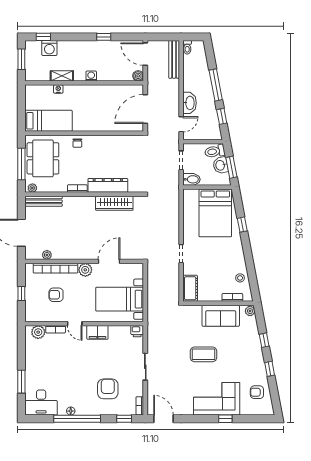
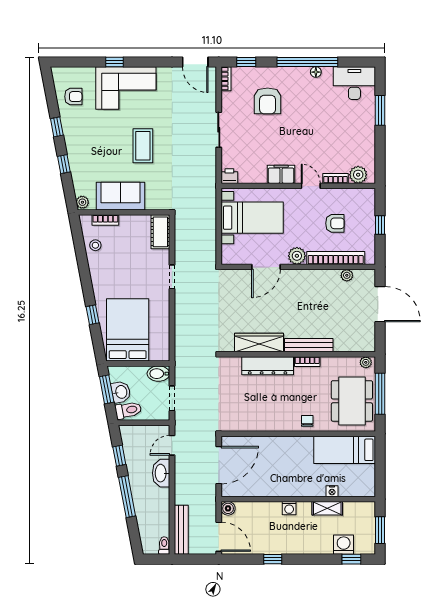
bench: (43, 201) -> (309, 345), moved
coffee table: (203, 354) -> (143, 146), turned 90

